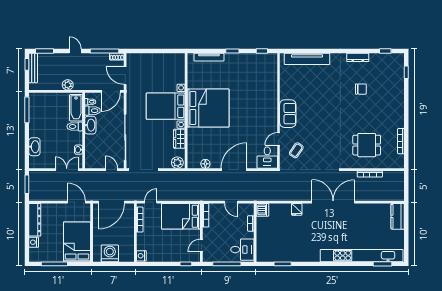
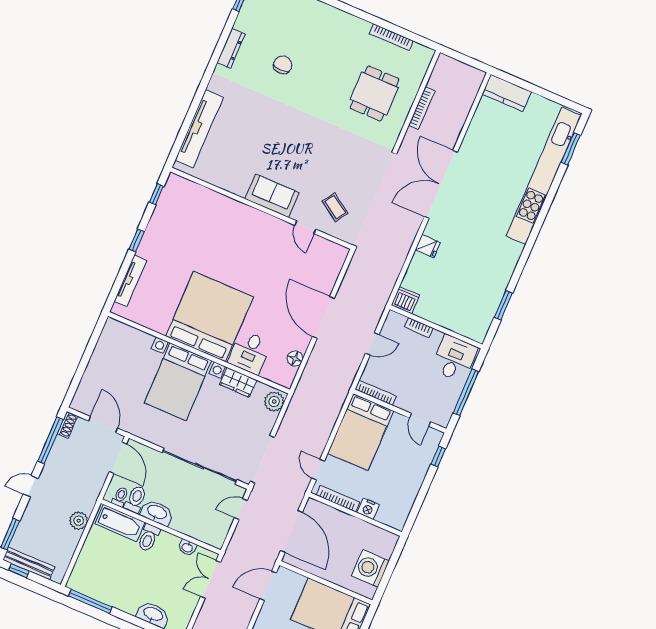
door: (125, 76) -> (103, 425), swing flipped
desk: (267, 158) -> (250, 352), moved, turned 90
nightstand: (141, 256) -> (368, 509), moved

